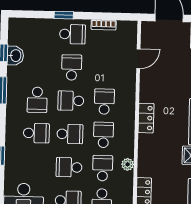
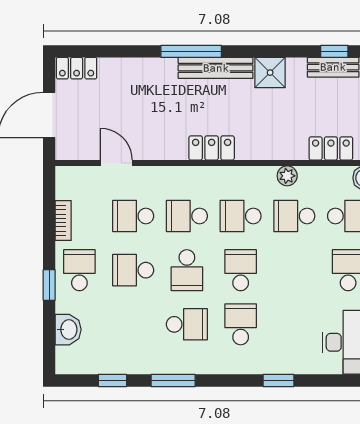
washbasin: (15, 56) -> (68, 330), moved, turned 90
school desk: (69, 167) -> (133, 216), moved, turned 90

